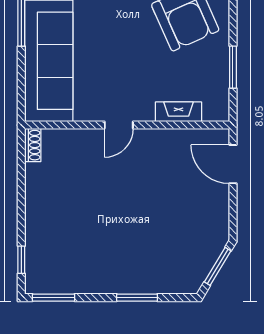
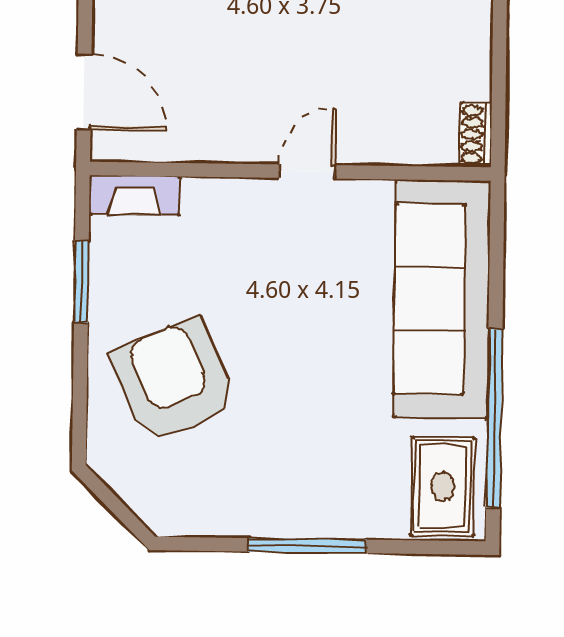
fireplace: (179, 112) -> (135, 195), moved

